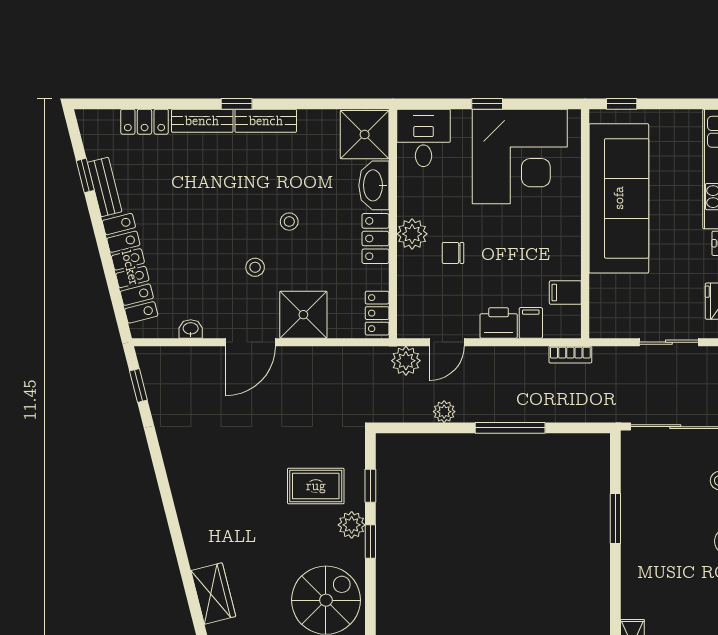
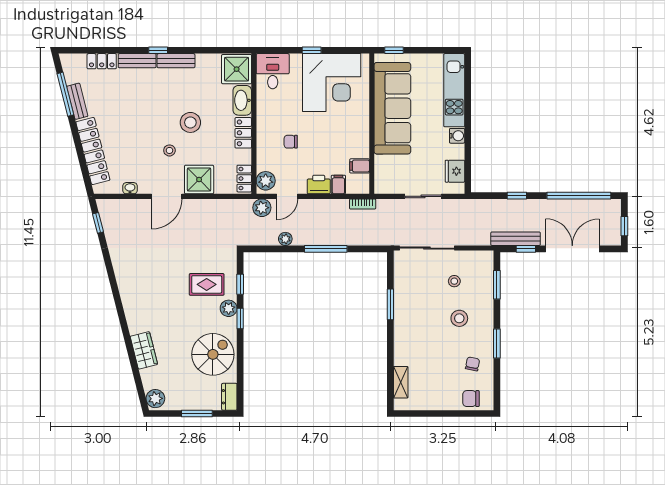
window: (85, 175) -> (65, 94), width x2.17
stool: (289, 222) -> (190, 122), width x1.89, depth x1.89
plant: (412, 234) -> (266, 181), moved

